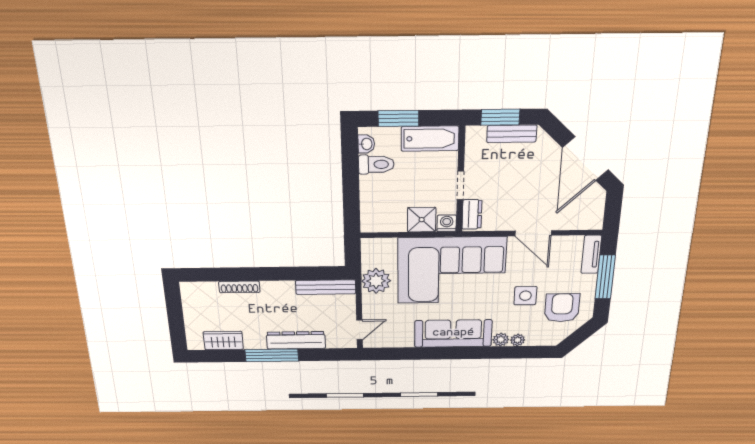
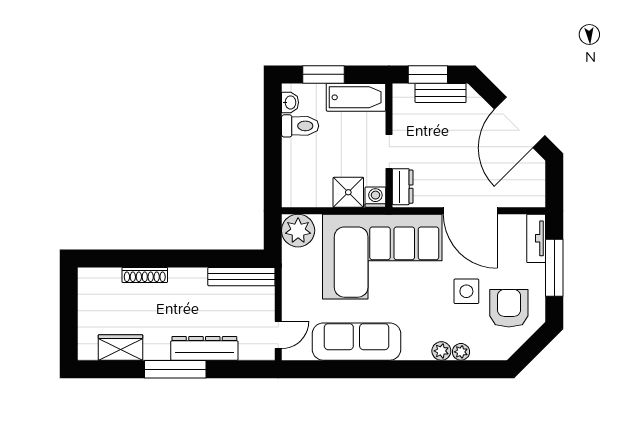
door: (533, 233) -> (470, 211), width x1.36
plant: (376, 281) -> (298, 231), moved
sofa: (453, 333) -> (356, 342), moved

